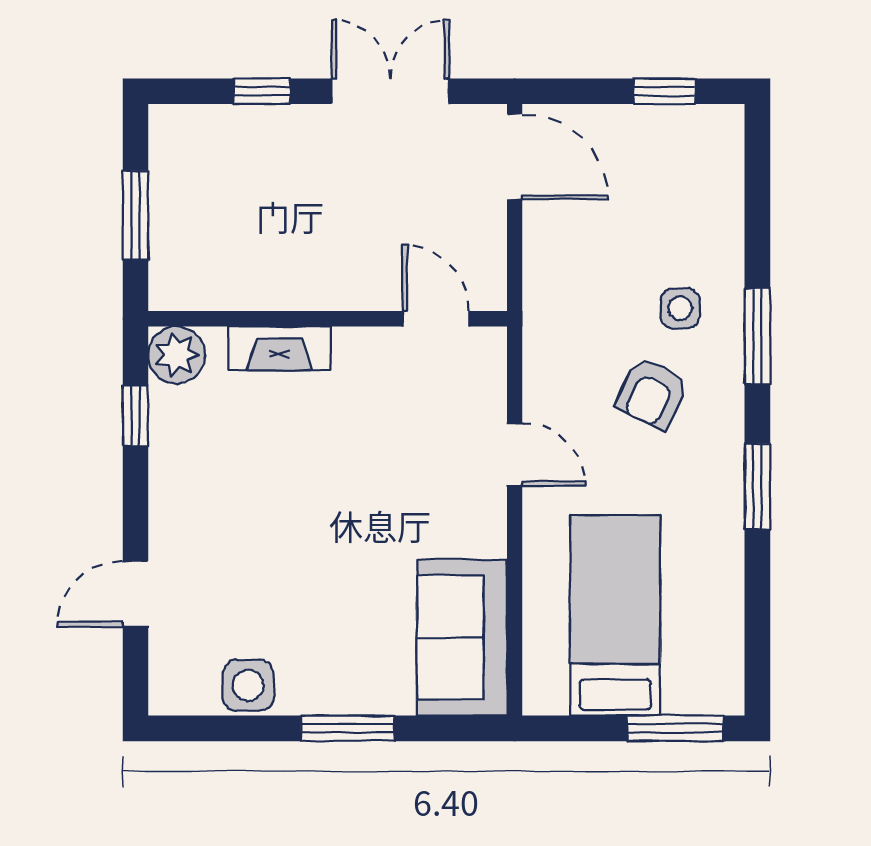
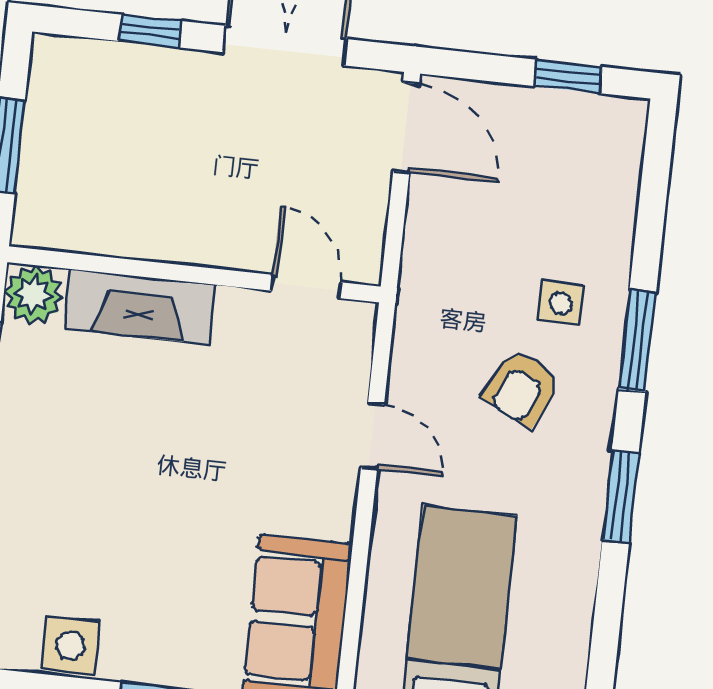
fireplace: (279, 348) -> (140, 307), width x1.37, depth x1.32

